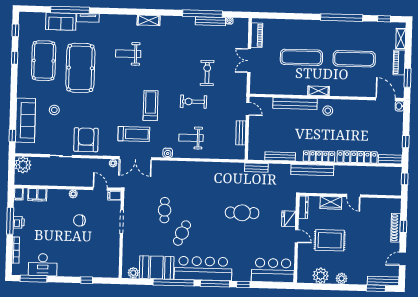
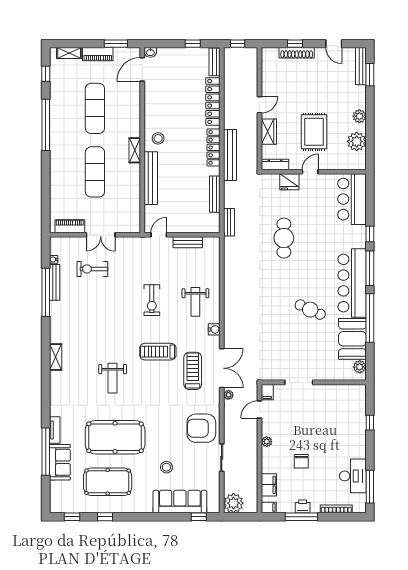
weight bench: (128, 54) -> (113, 378), moved
exercise bike: (207, 73) -> (92, 269), moved
cafe table: (165, 210) -> (283, 331), removed
chair: (79, 220) -> (301, 461), moved

